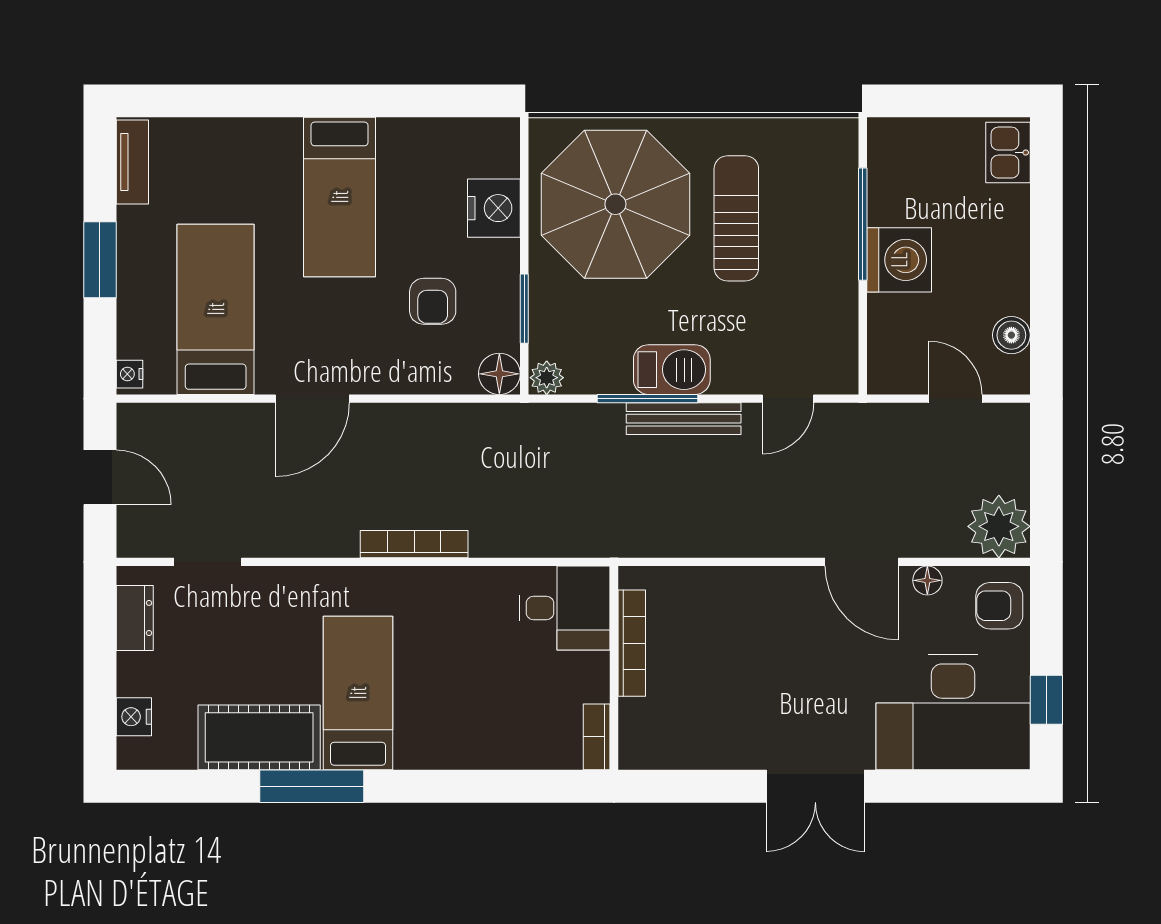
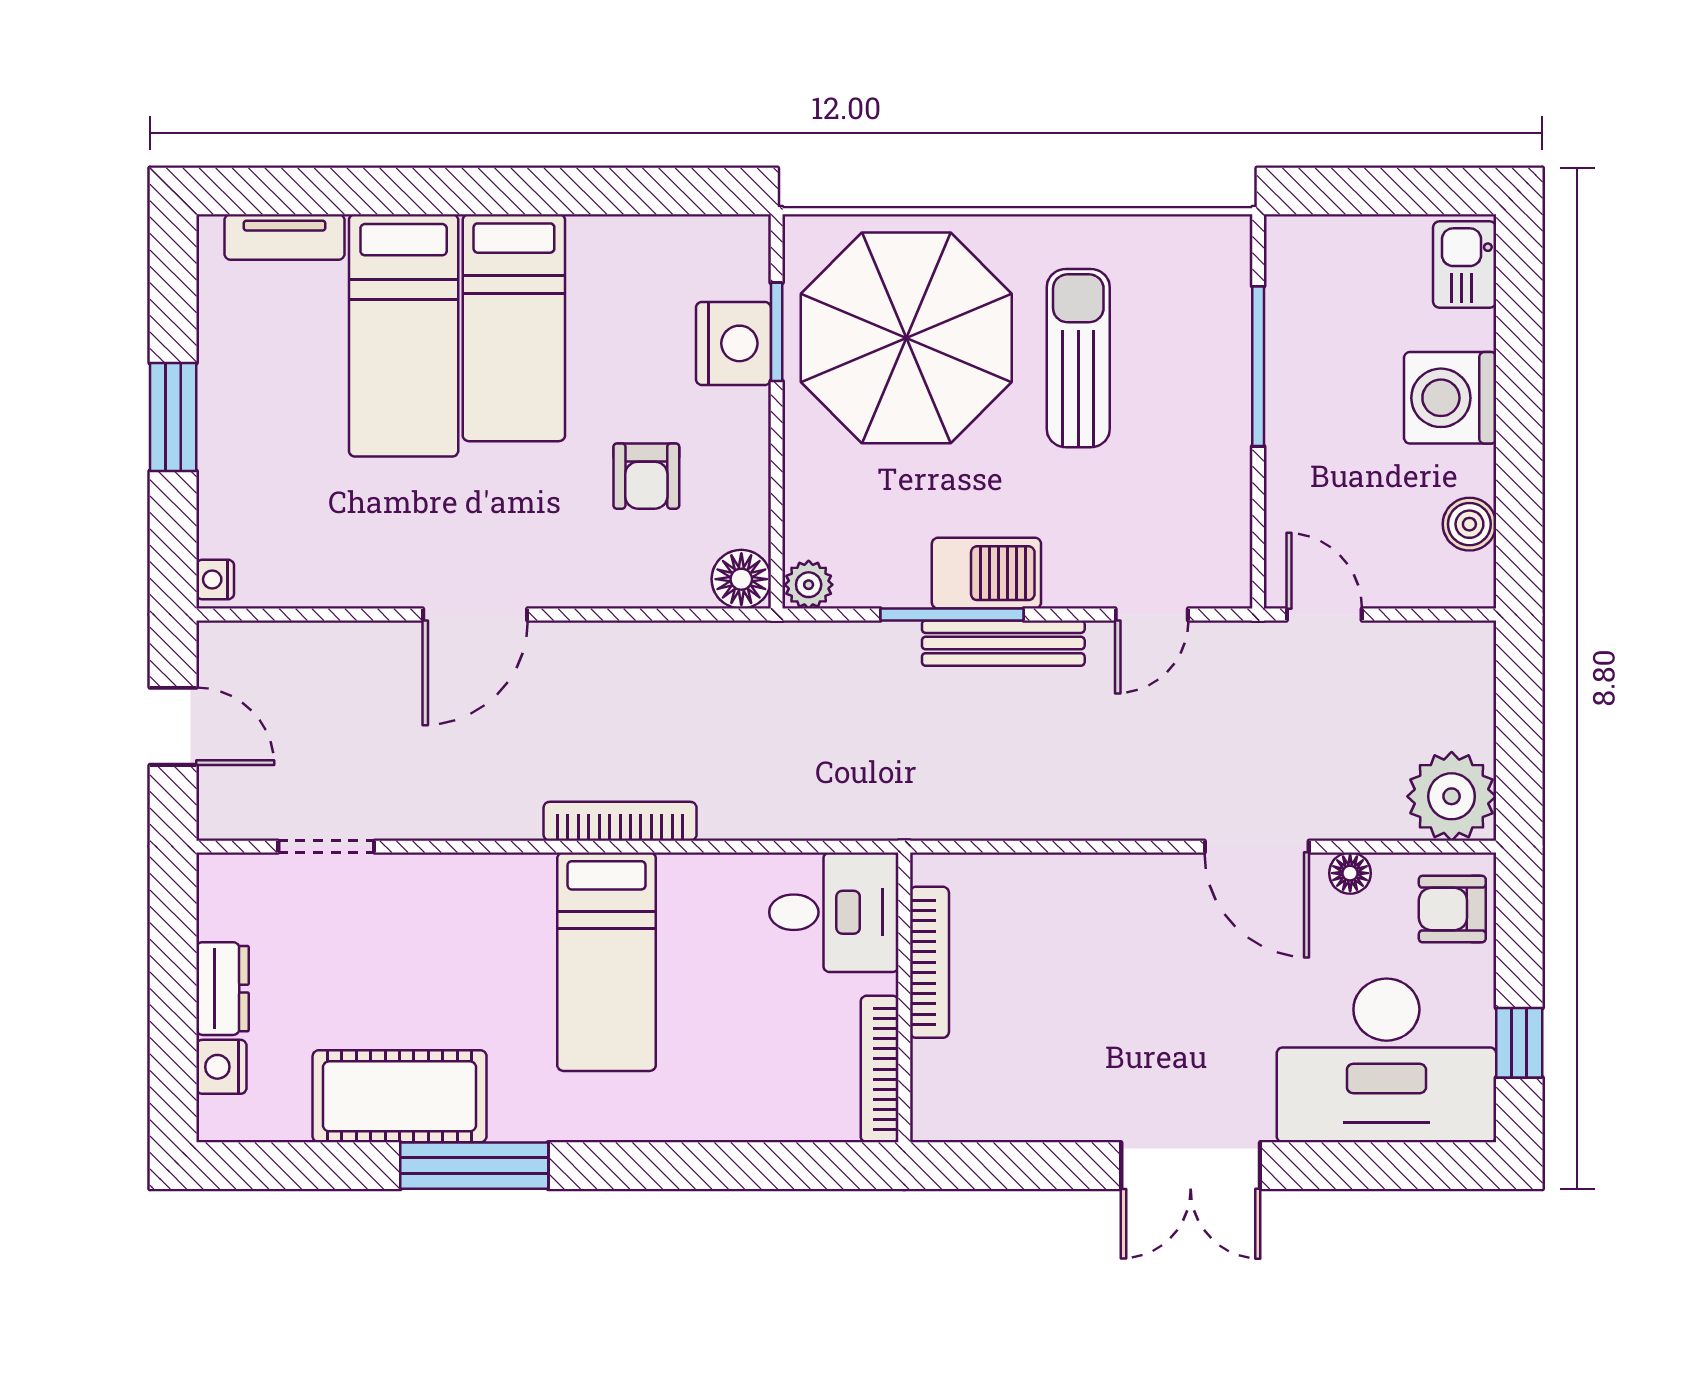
tv unit: (132, 162) -> (285, 237), moved, turned 90
washing machine: (899, 260) -> (1450, 398), moved, turned 180
bed: (216, 309) -> (404, 335), moved, turned 180
window: (524, 309) -> (777, 332), moved
door: (955, 399) -> (1324, 615), moved
dresser: (135, 618) -> (223, 989), moved
bed: (358, 693) -> (607, 962), moved, turned 180
bookcase: (597, 737) -> (880, 1069), width x1.56

